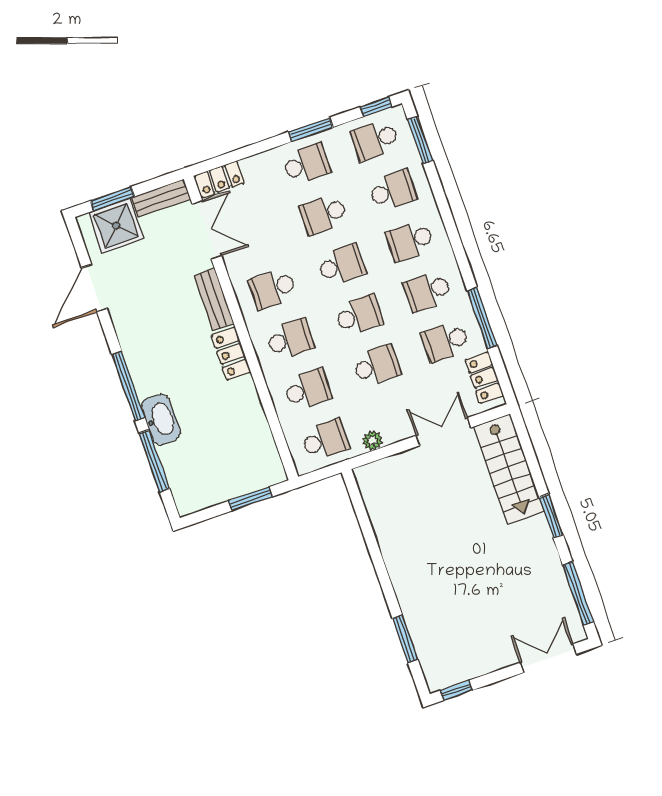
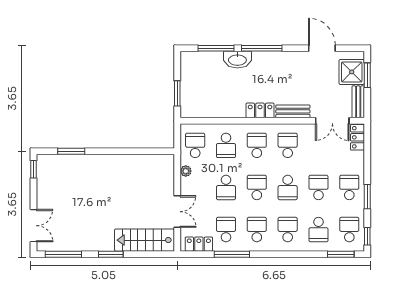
school desk: (306, 164) -> (349, 187), turned 180
school desk: (359, 315) -> (257, 187), turned 180
school desk: (290, 339) -> (257, 145), turned 180
school desk: (325, 440) -> (195, 145), turned 180

